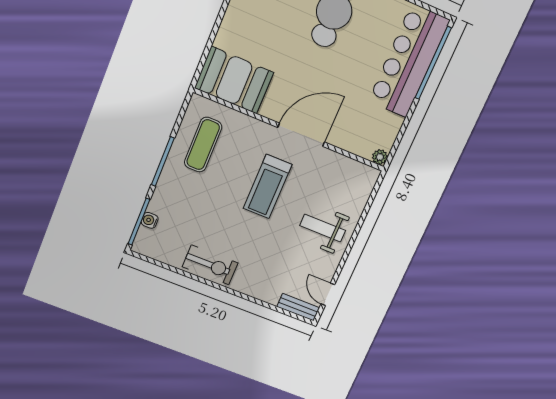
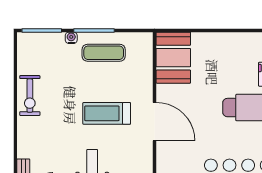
exercise mat: (203, 145) -> (104, 53), moved
water cooler: (150, 220) -> (71, 38), moved

